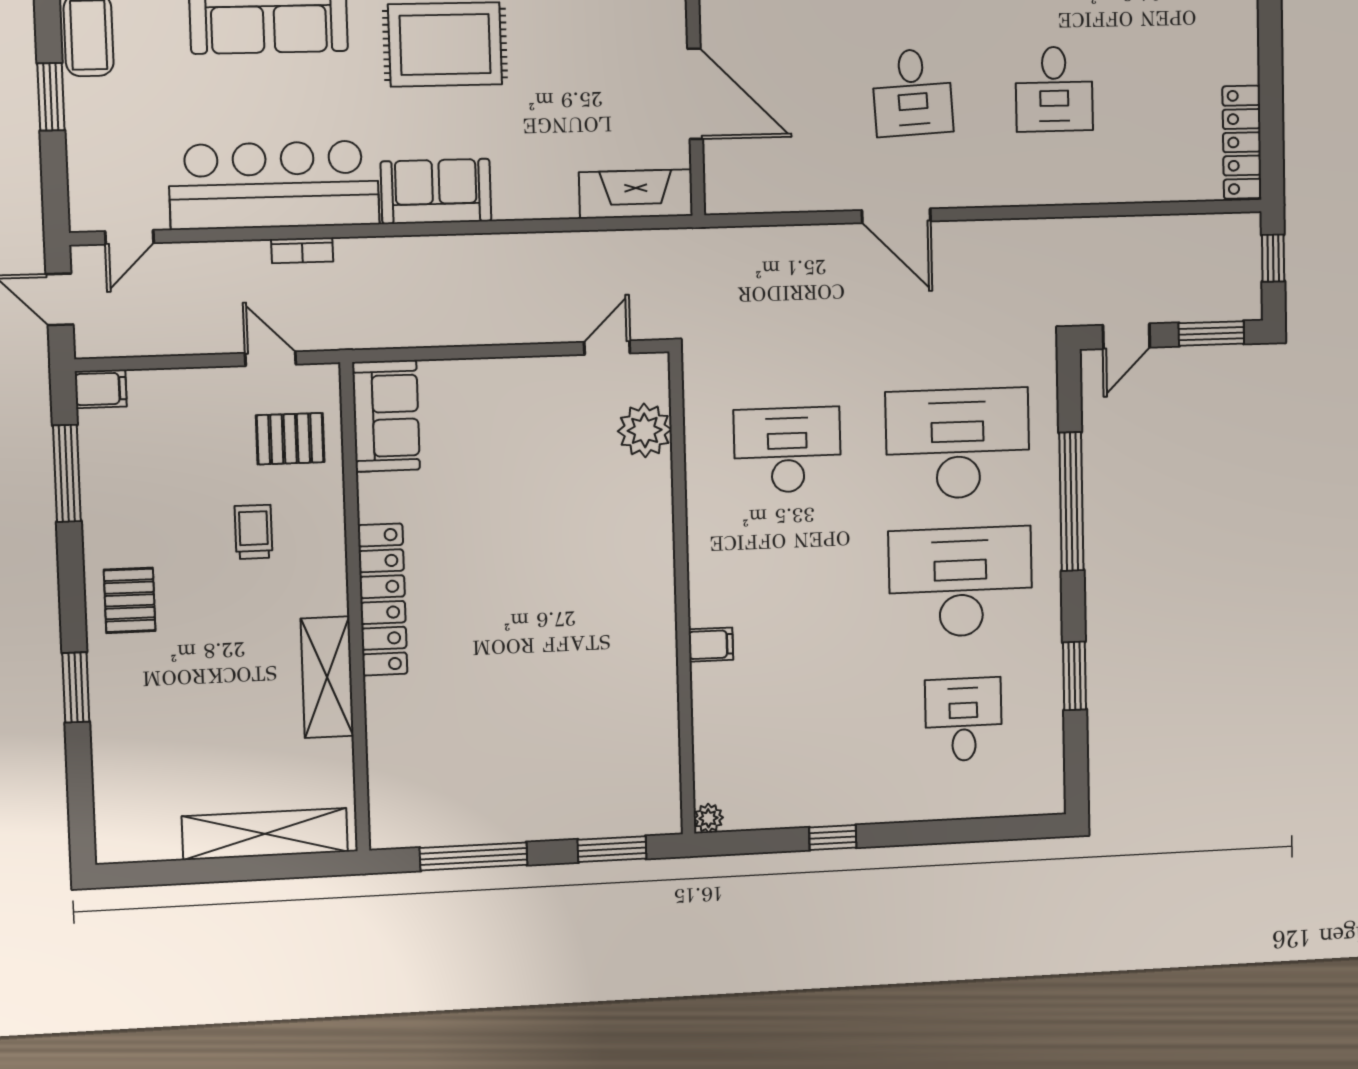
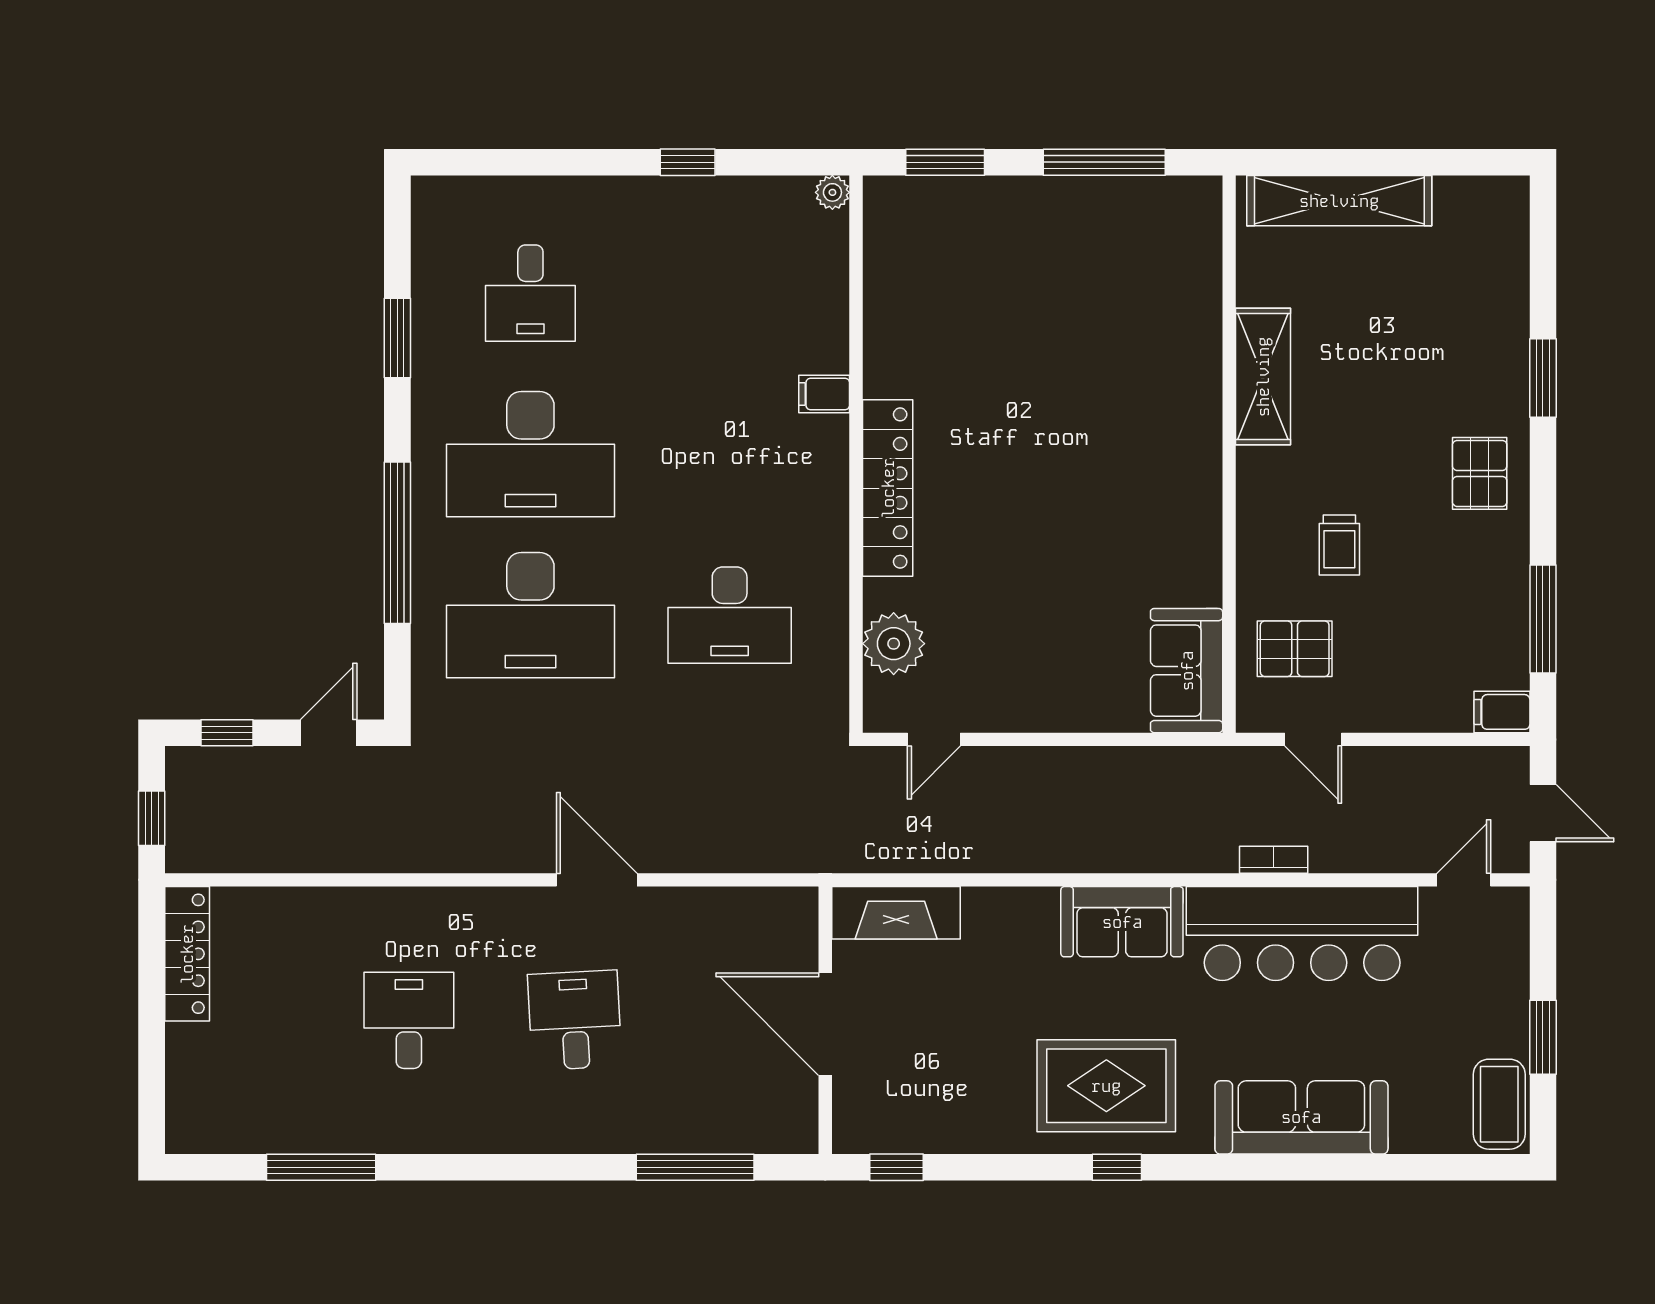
window: (1211, 333) -> (227, 733), width x0.67
locker: (383, 600) -> (888, 488), moved, turned 180

